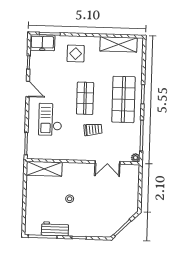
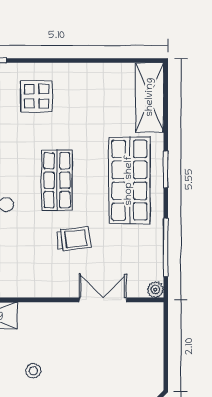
shelving: (118, 44) -> (150, 97), moved, turned 90
double door: (107, 162) -> (103, 300), swing flipped

